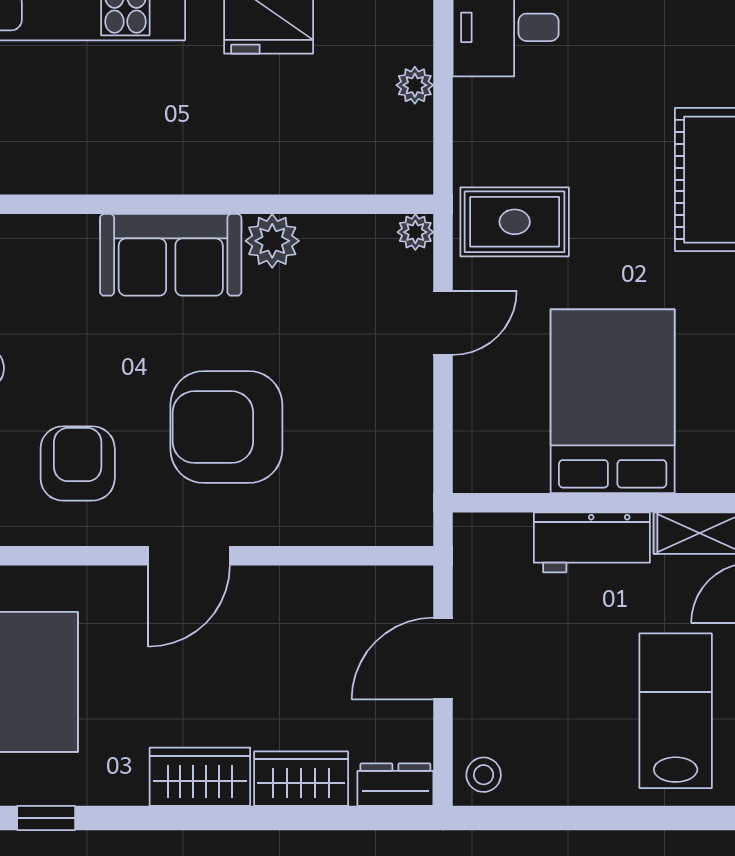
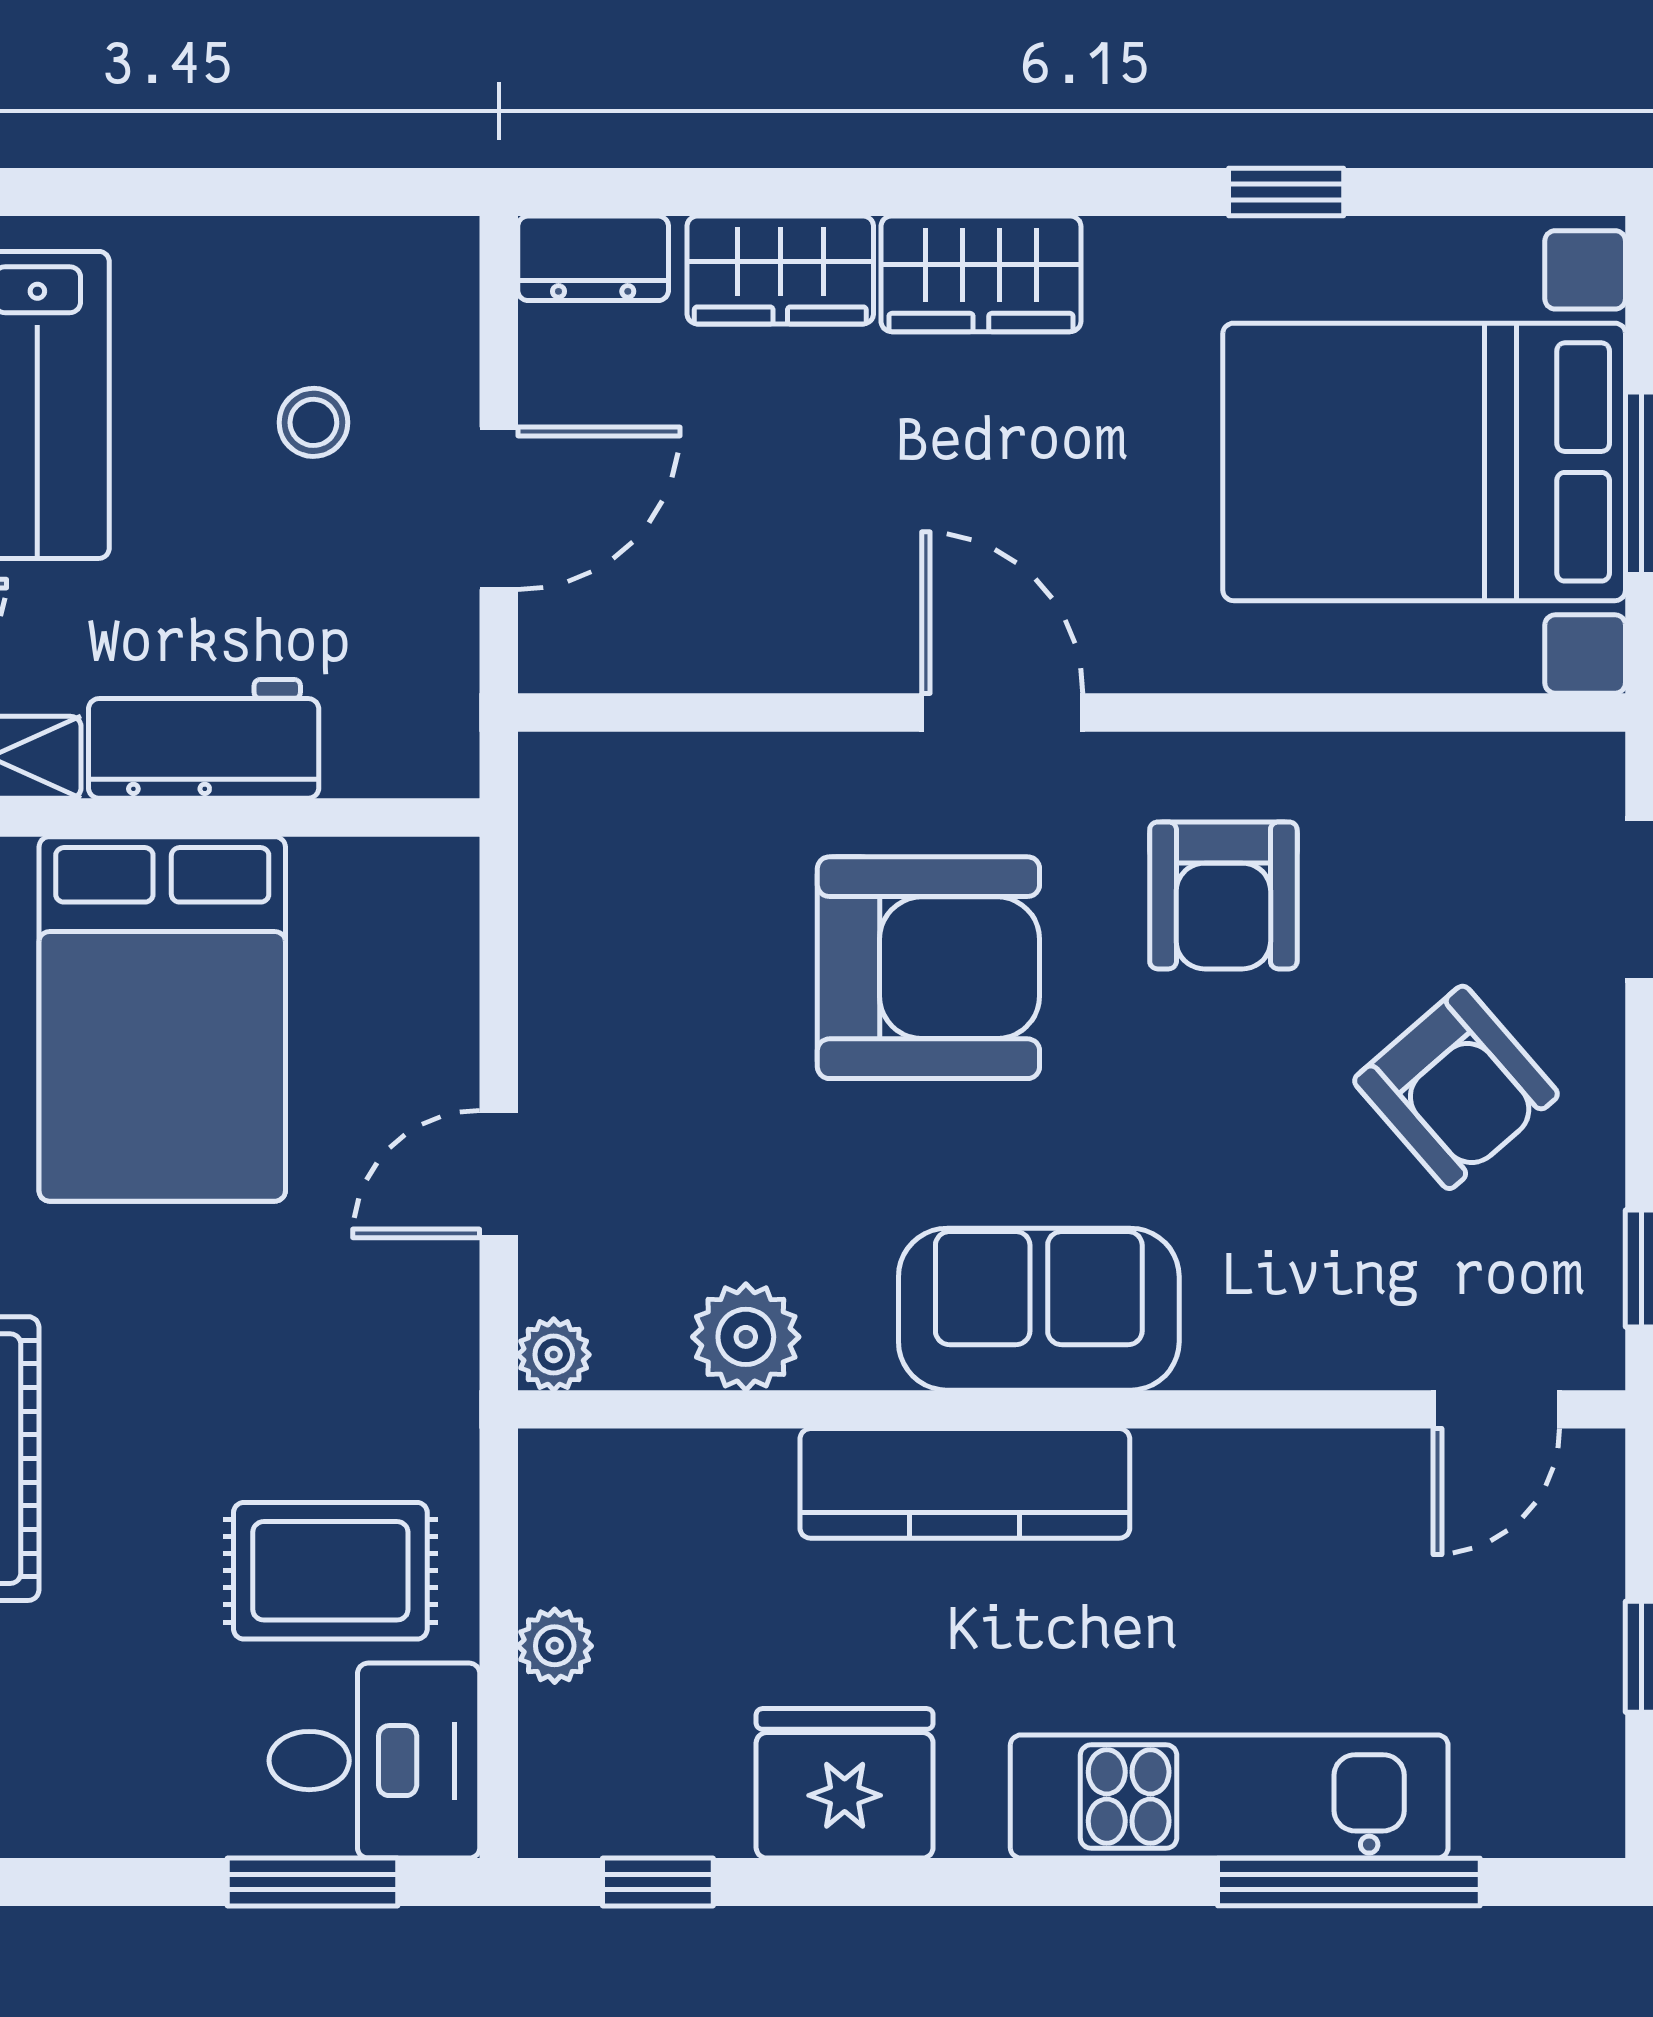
kitchen counter: (208, 167) -> (965, 1483), added
rug: (515, 222) -> (330, 1571), moved
plant: (272, 241) -> (746, 1337), moved
door: (189, 556) -> (1002, 712), hinge flipped
stool: (484, 775) -> (313, 422), moved

